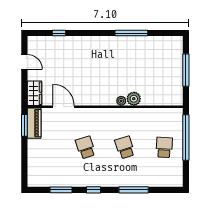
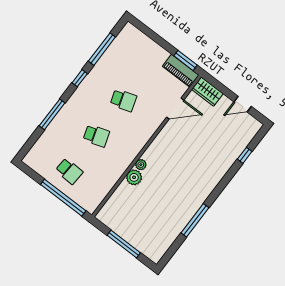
window: (61, 190) -> (102, 49), width x1.44

